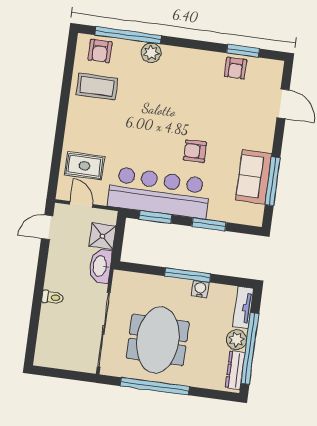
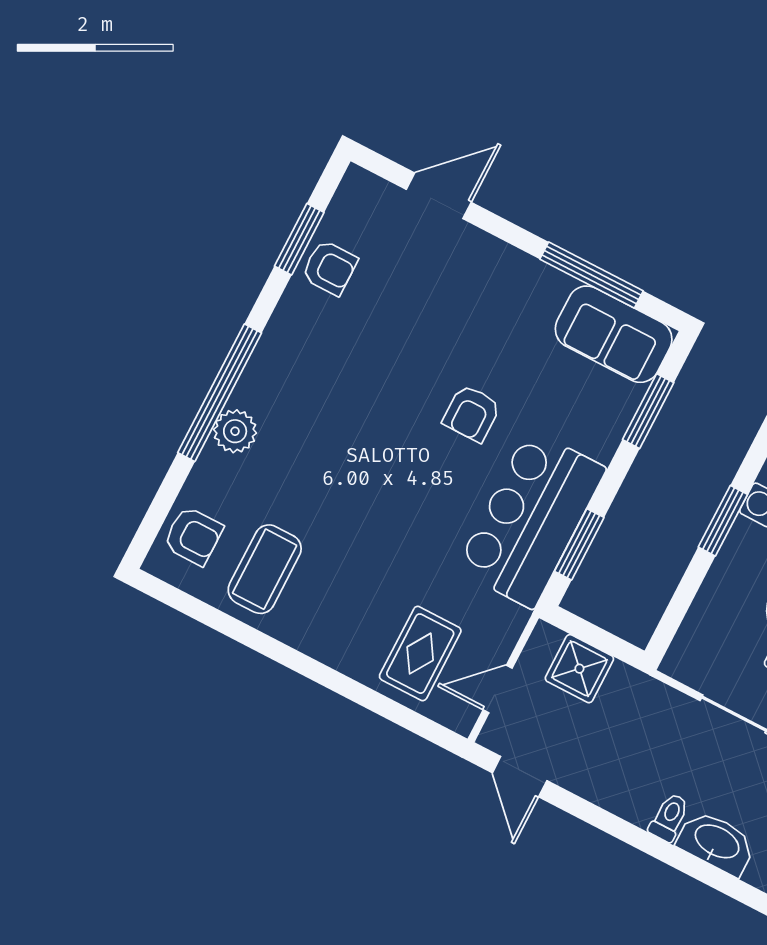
window: (128, 35) -> (220, 393), moved
sofa: (254, 177) -> (614, 334), moved
bar counter: (159, 193) -> (531, 519), width x0.73
window: (209, 224) -> (648, 411), moved
washbasin: (100, 266) -> (716, 843), moved, turned 180
window: (188, 275) -> (723, 521), width x0.69

